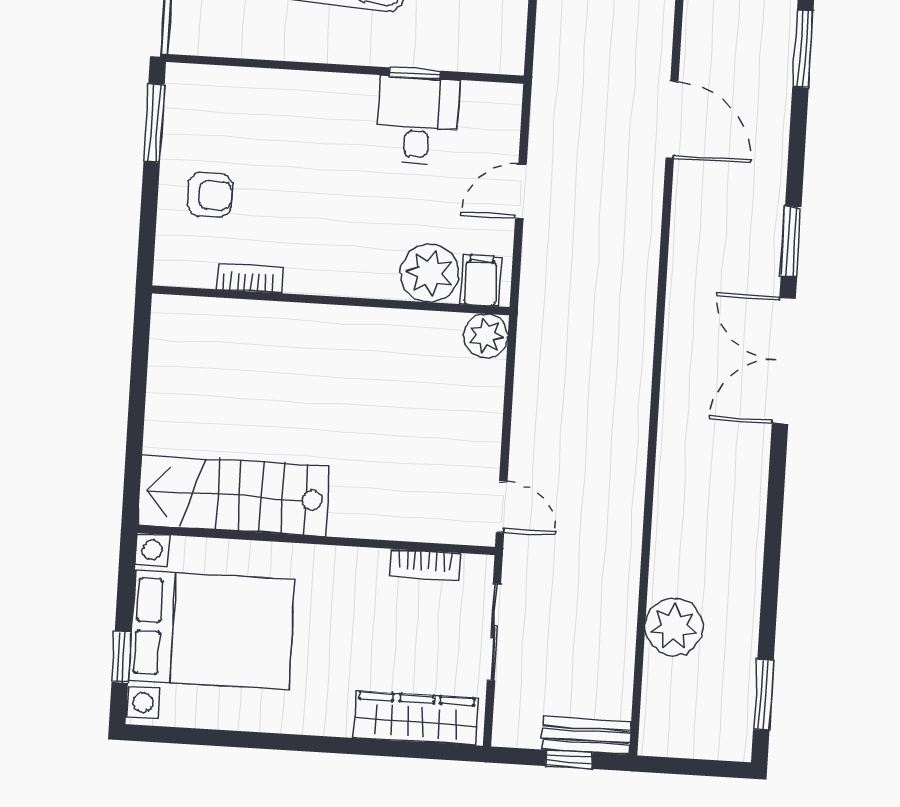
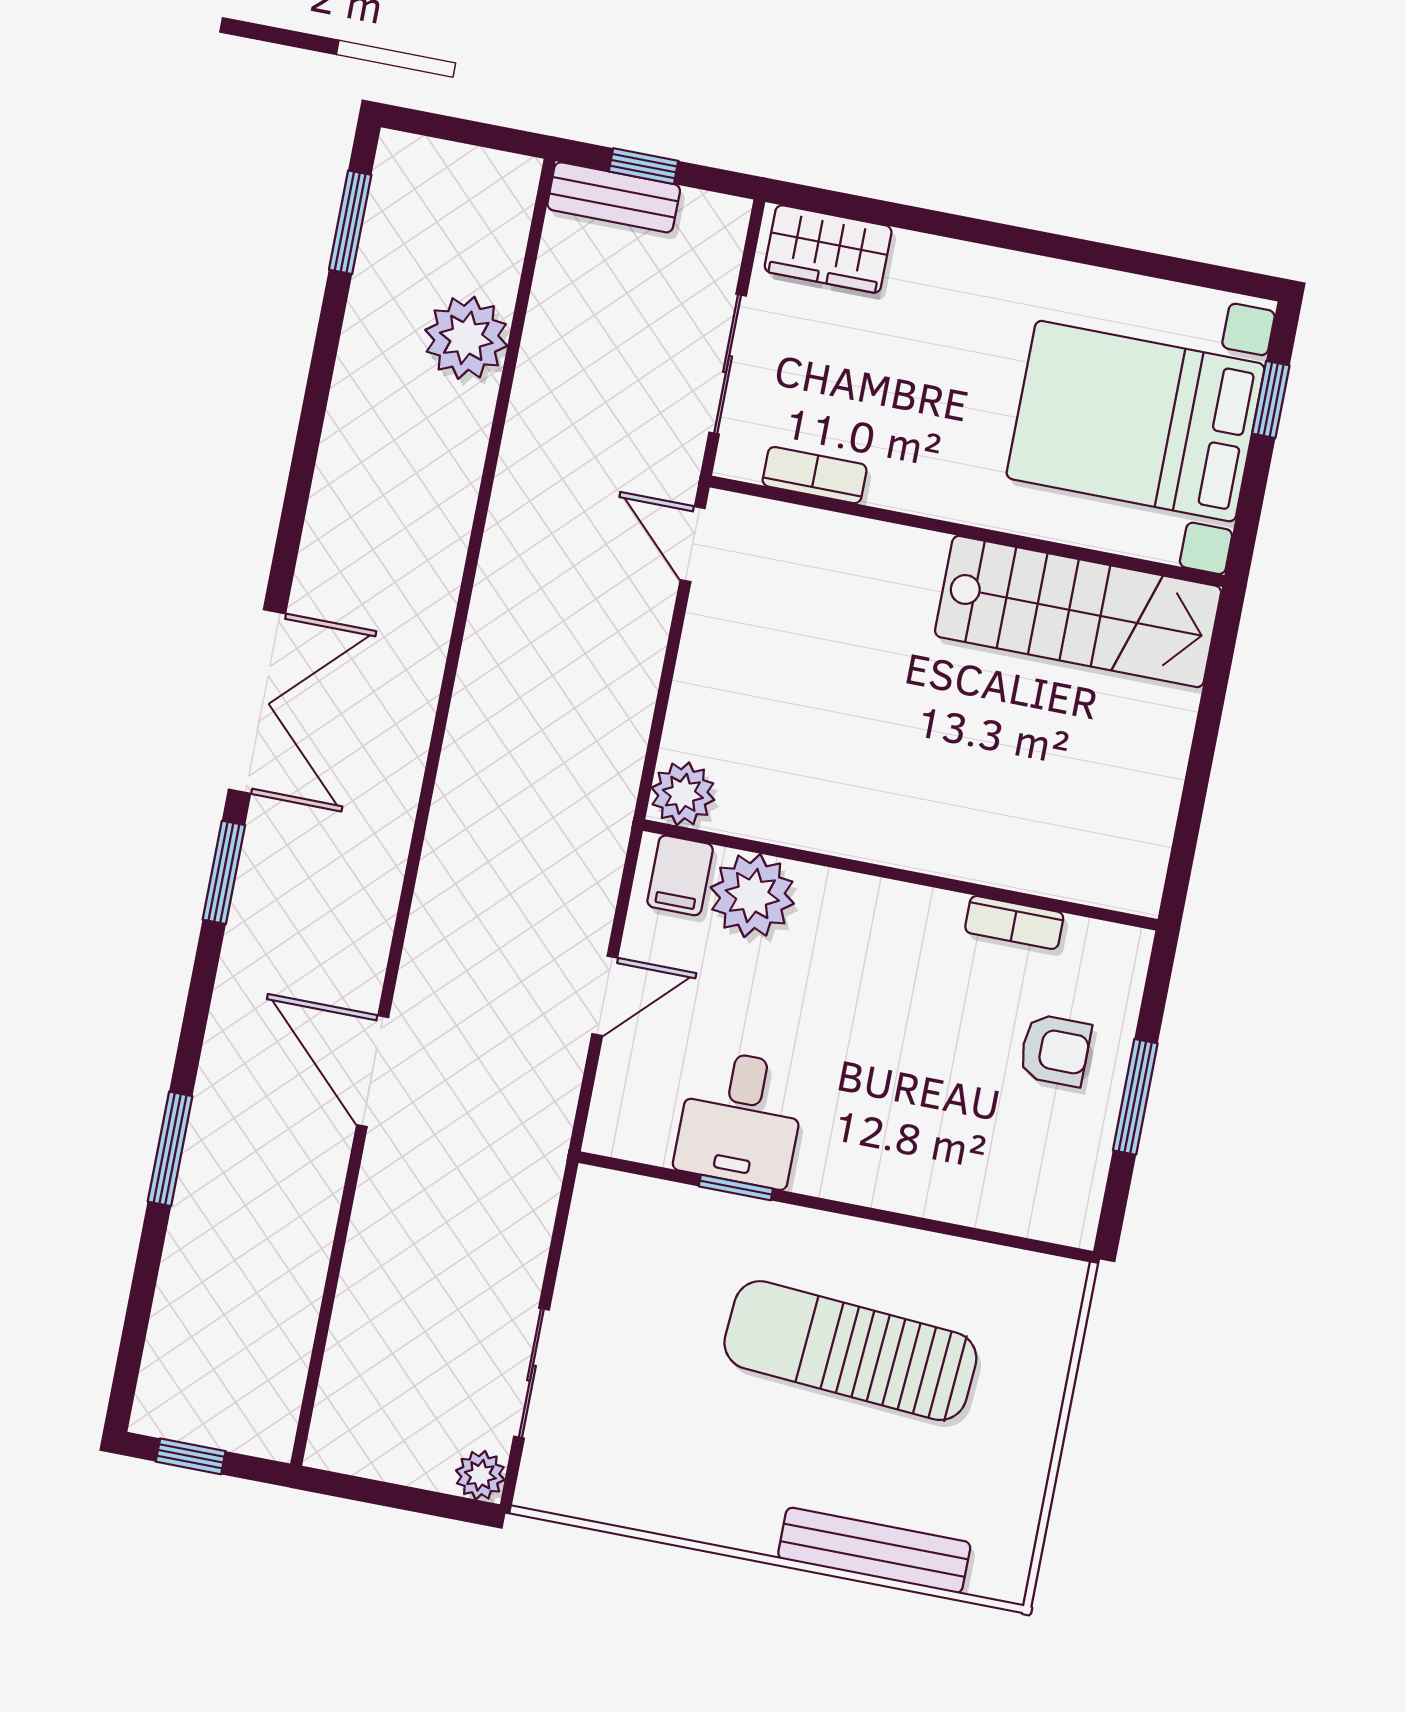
window: (154, 123) -> (1135, 1097), moved
armchair: (210, 195) -> (1055, 1050), turned 180
wardrobe: (416, 718) -> (828, 249), width x0.67

